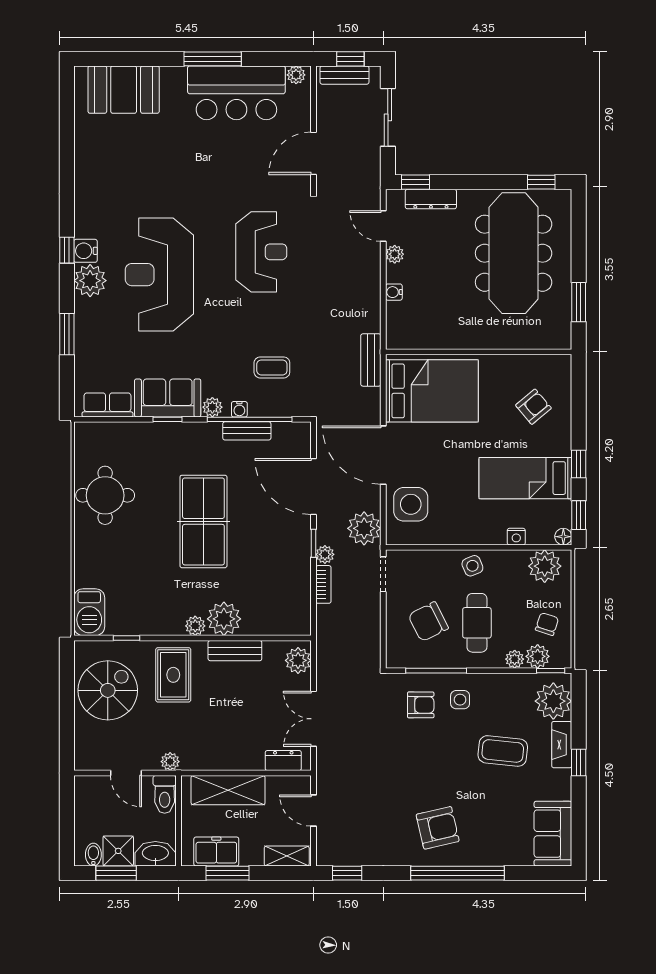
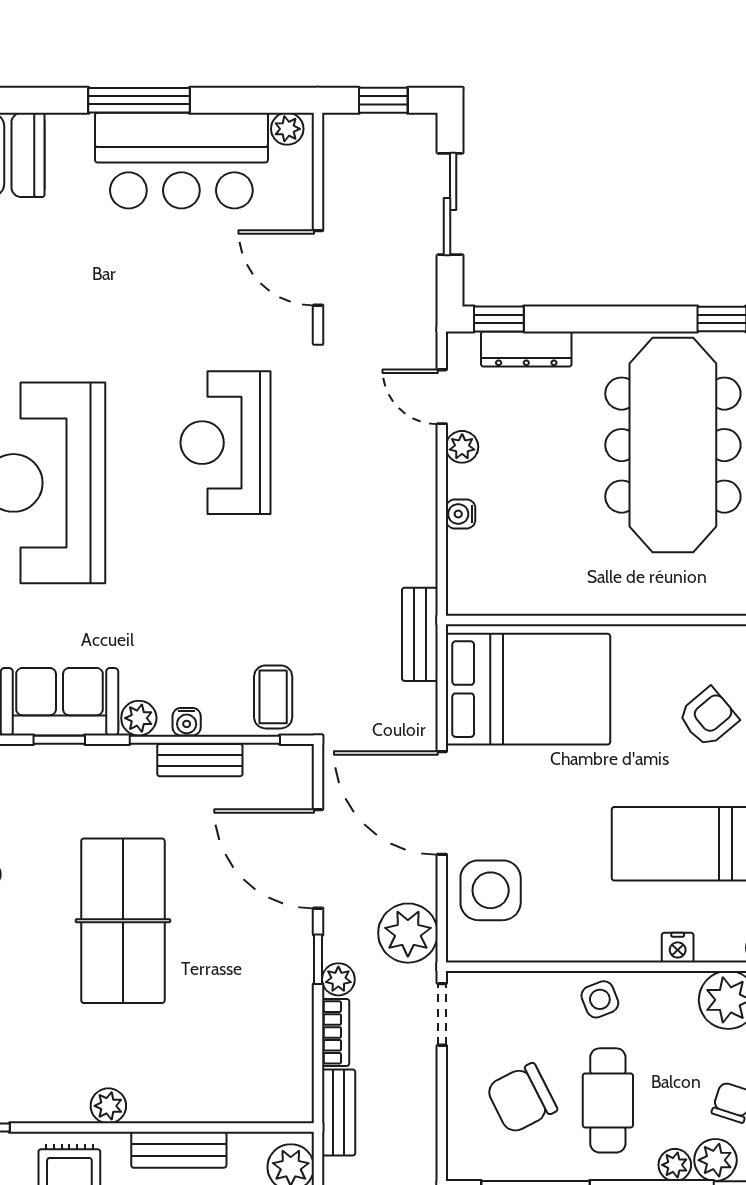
bench: (345, 75) -> (339, 1112), moved, turned 90
door: (313, 153) -> (318, 268), hinge flipped
reception desk: (261, 252) -> (225, 443), turned 180
coffee table: (272, 367) -> (273, 697), moved, turned 90
plant: (224, 619) -> (159, 1093), removed

